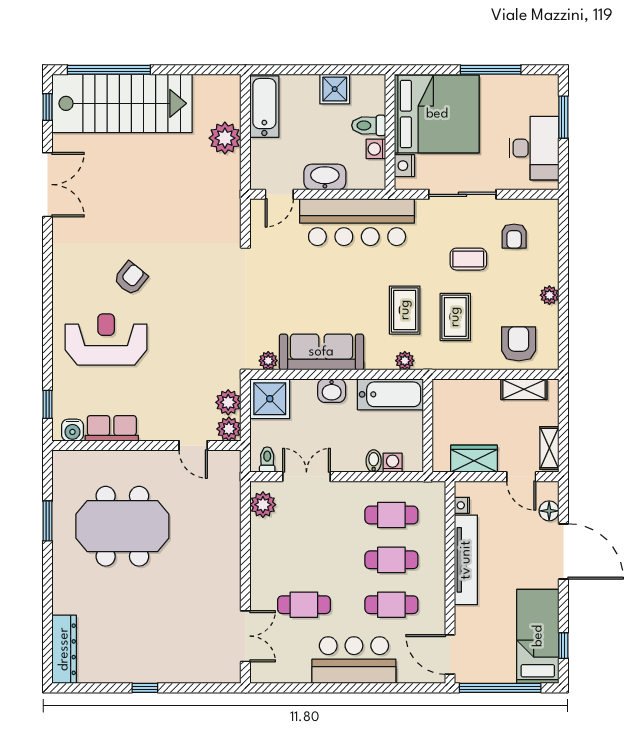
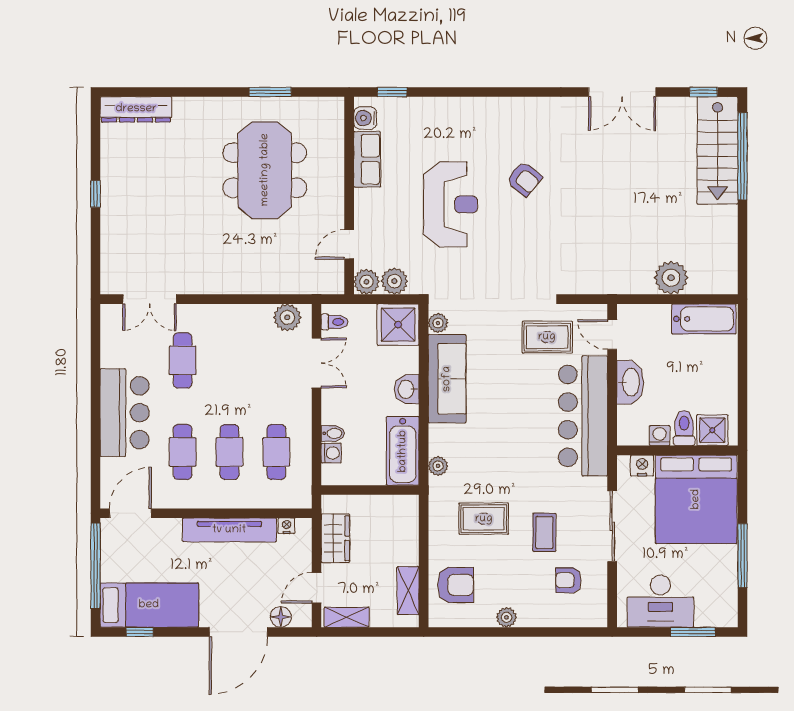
shower: (335, 89) -> (712, 430), moved
stairs: (122, 103) -> (718, 150), width x0.73, depth x0.66
rug: (405, 310) -> (547, 337), moved
reception desk: (106, 339) -> (451, 204), moved

